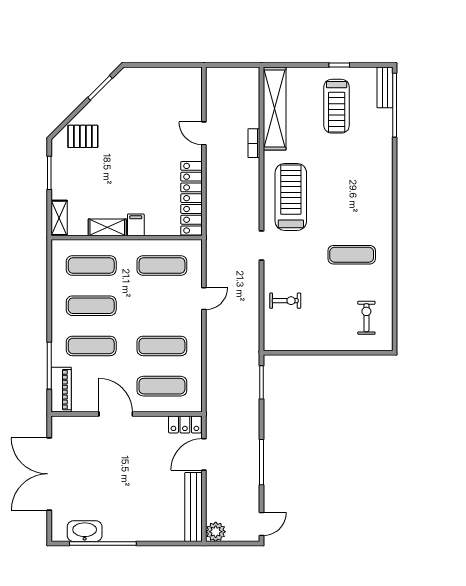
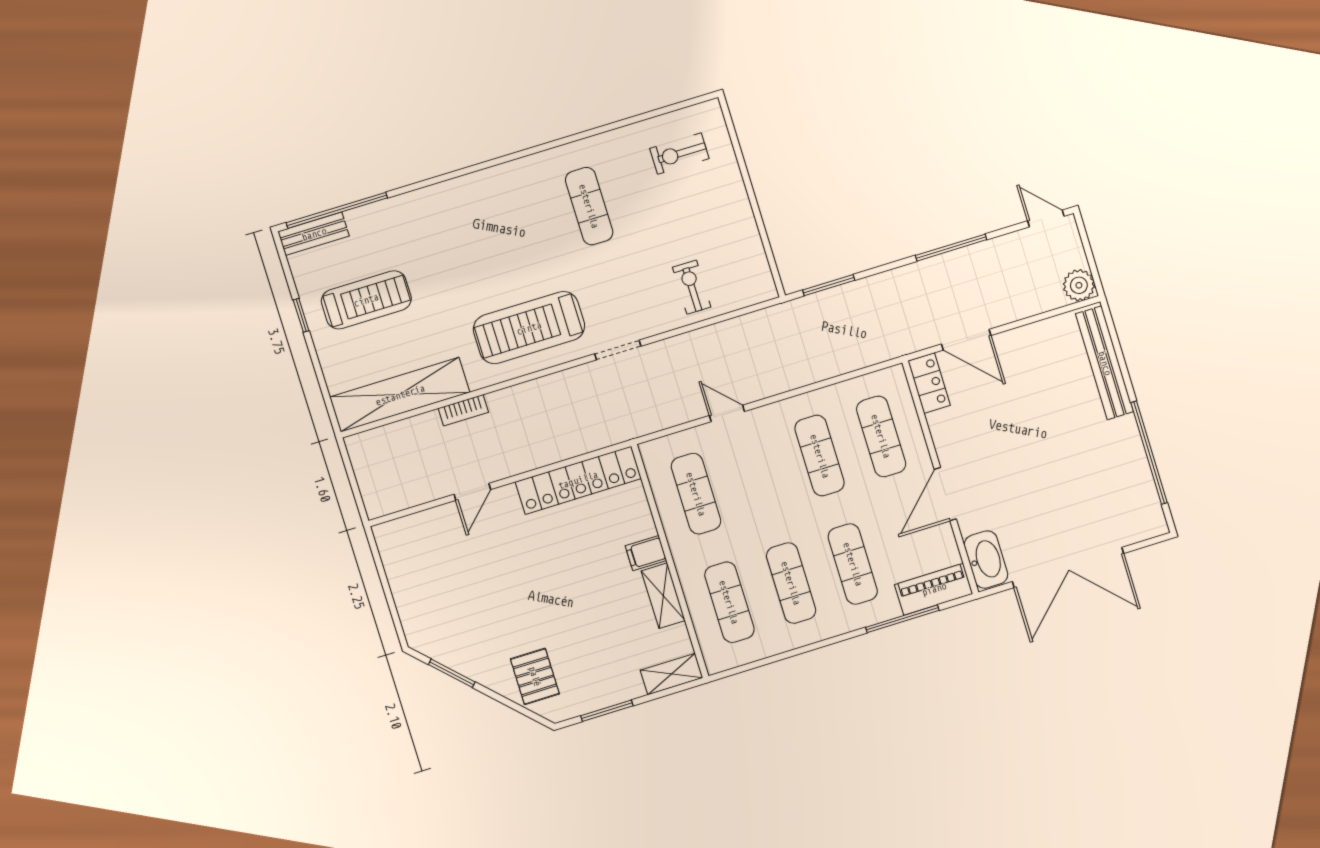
bench: (193, 507) -> (1105, 363), moved, turned 90
washbasin: (85, 531) -> (986, 560), moved, turned 180

